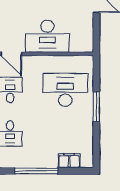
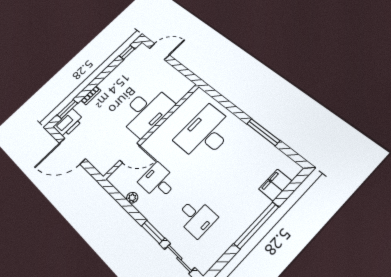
window: (96, 107) -> (263, 132), moved

